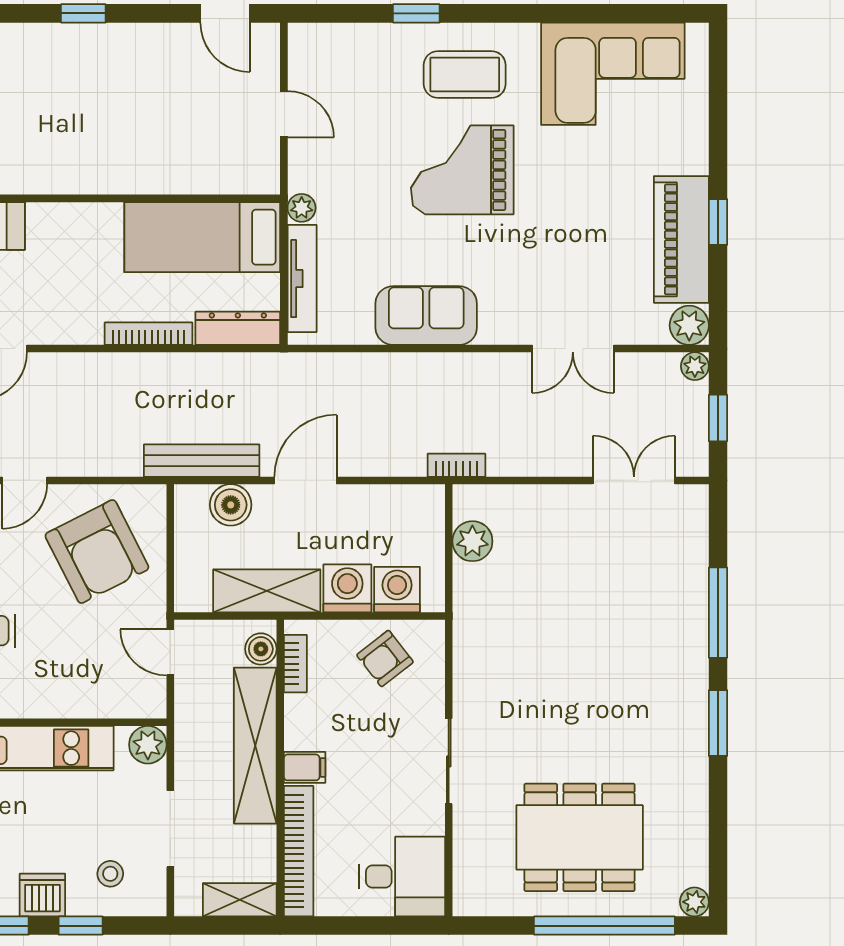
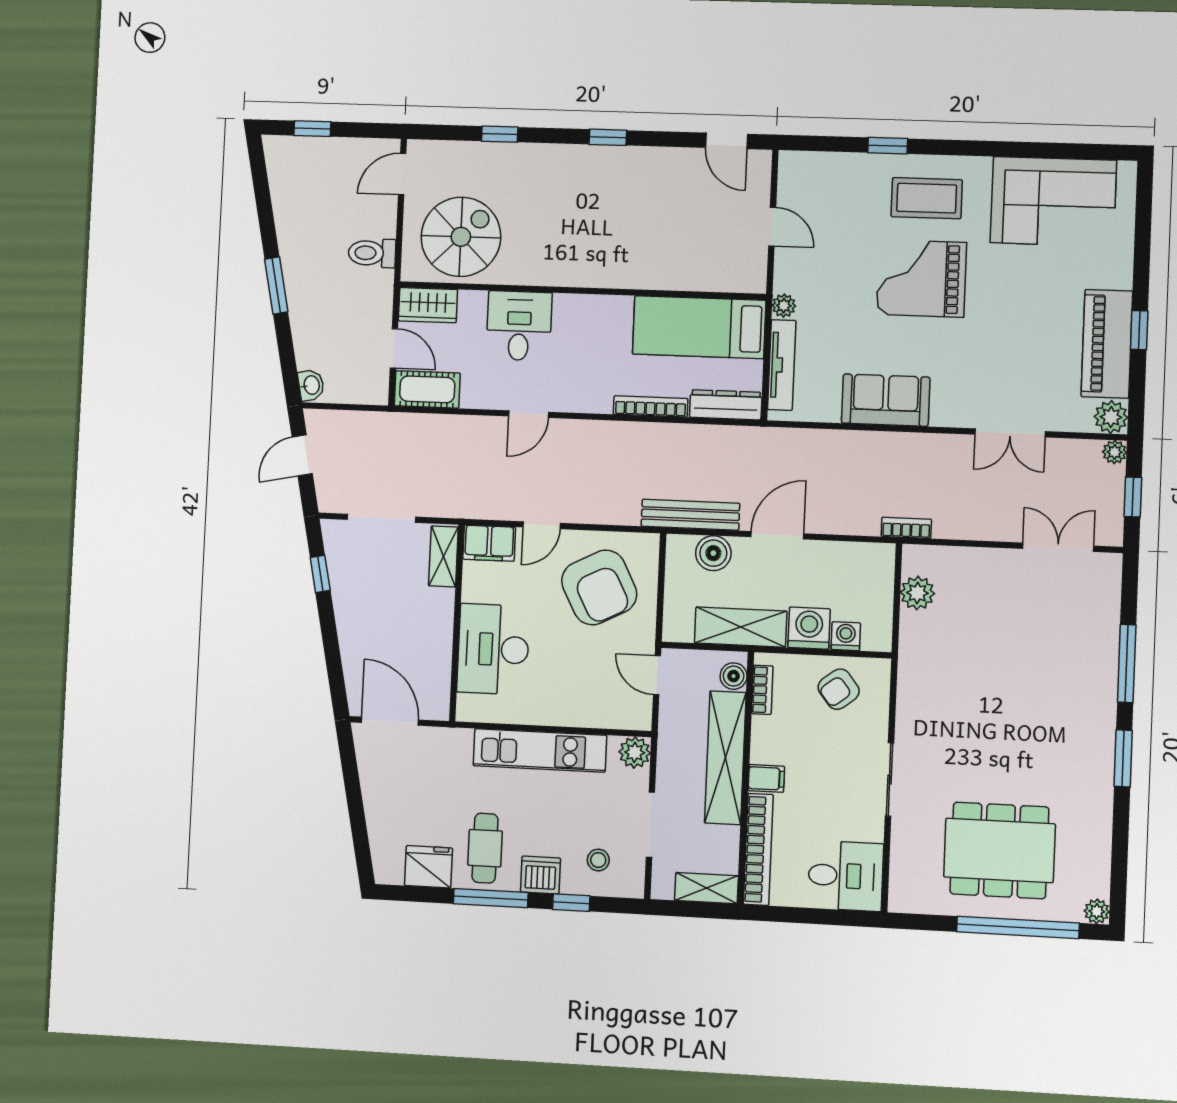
washing machine: (397, 590) -> (846, 636), width x0.73, depth x0.73

